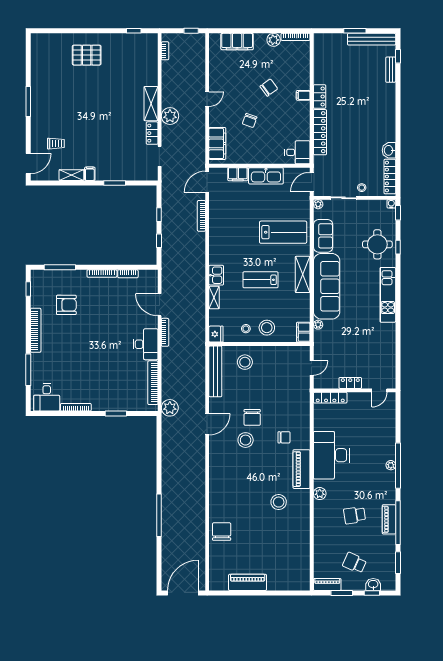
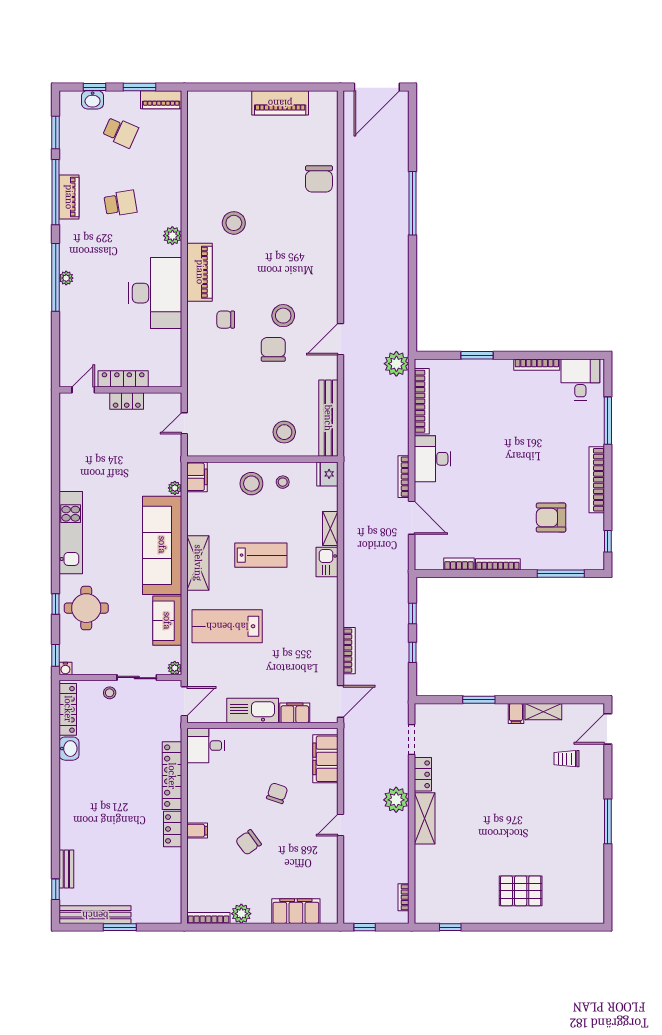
locker: (330, 398) -> (123, 379), moved

